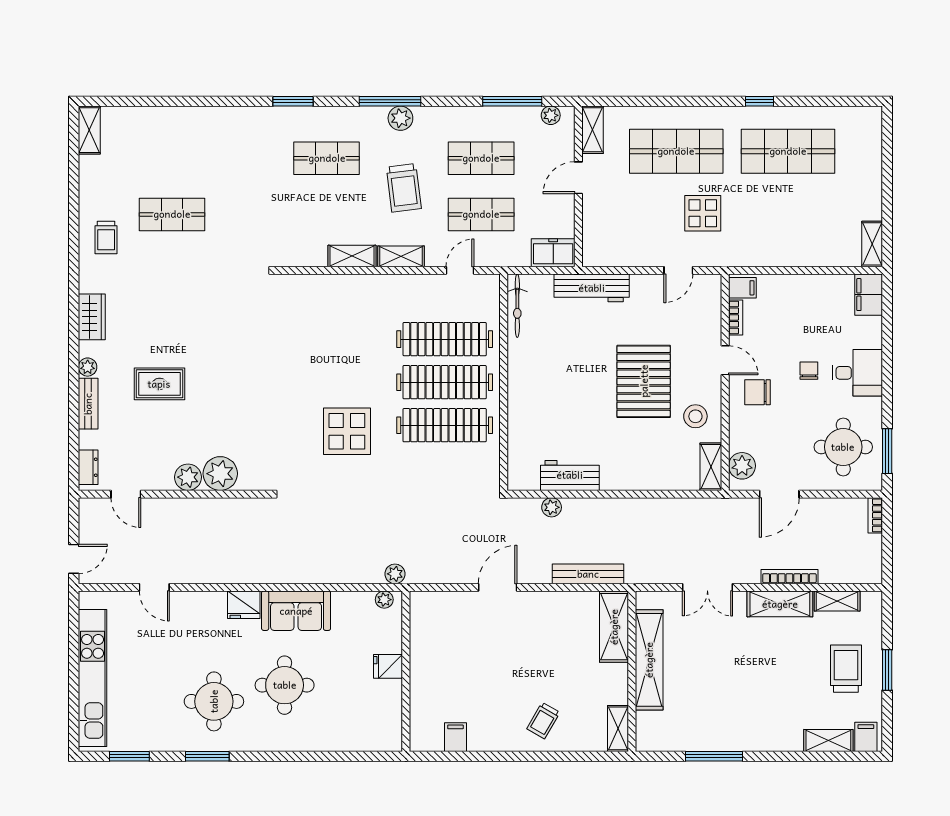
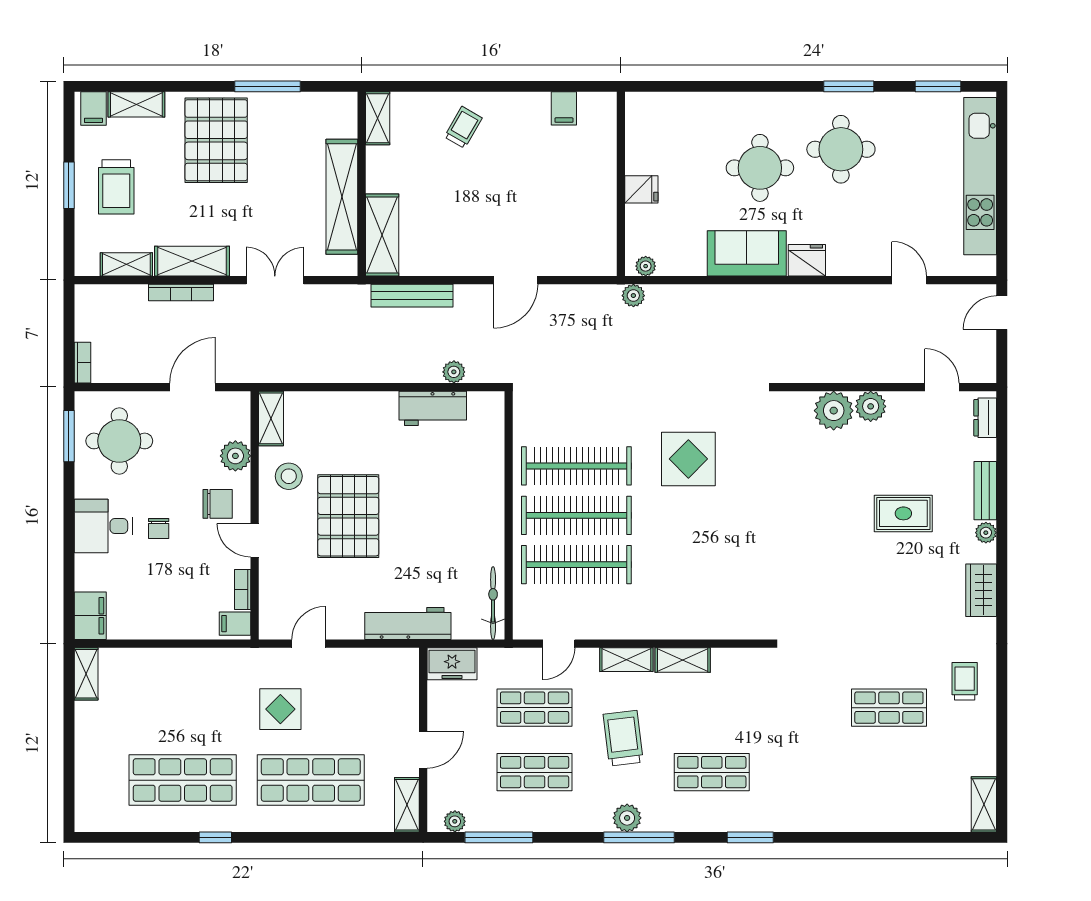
plant: (742, 466) -> (235, 456), moved
pallet: (759, 709) -> (216, 140), added

